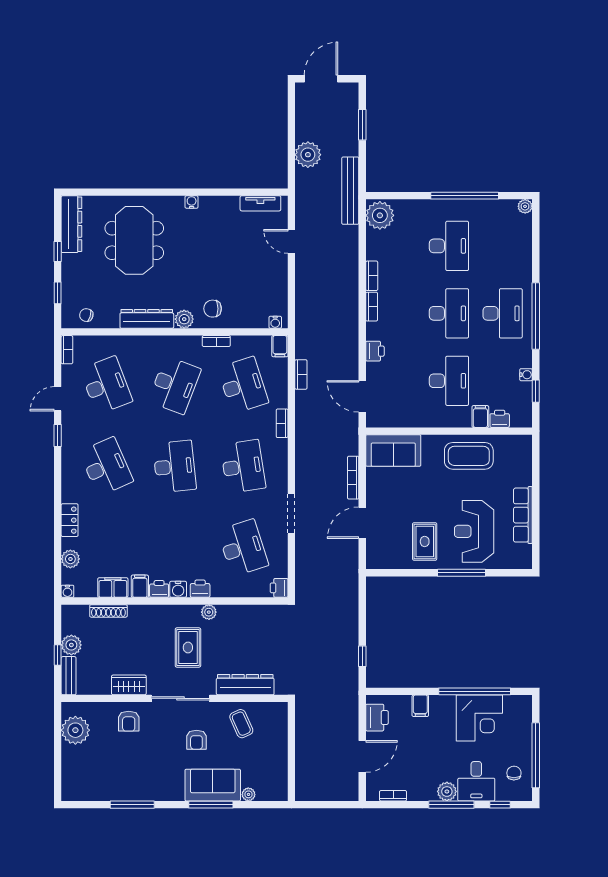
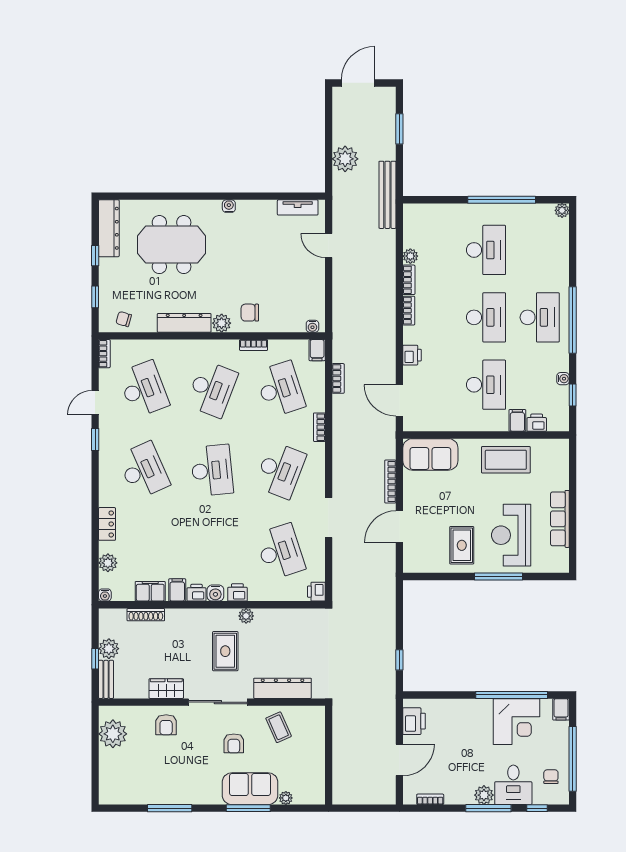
plant: (380, 215) -> (410, 256), moved, width x0.53, depth x0.53
meeting table: (134, 240) -> (172, 245), turned 90
desk: (243, 466) -> (280, 470), turned 30
filing cabinet: (420, 706) -> (561, 709), moved

